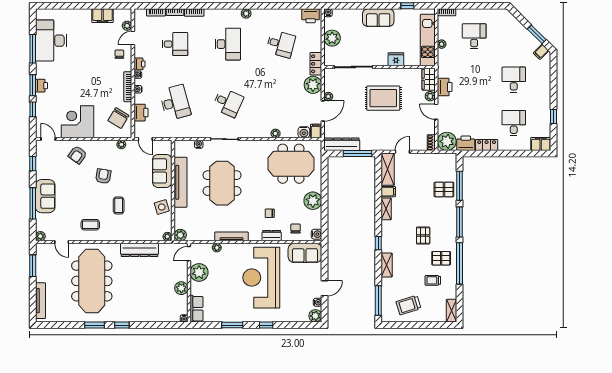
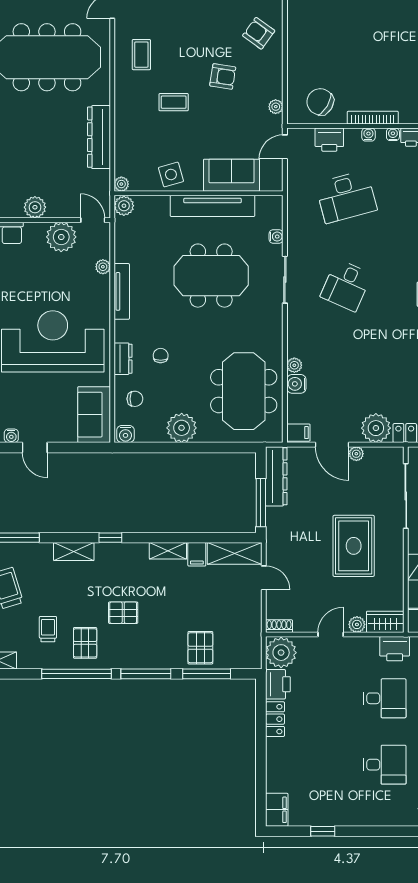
printer: (445, 87) -> (395, 649), moved
corner desk: (77, 122) -> (314, 33), removed
desk: (514, 123) -> (385, 698), moved
water cooler: (304, 132) -> (296, 384), moved

